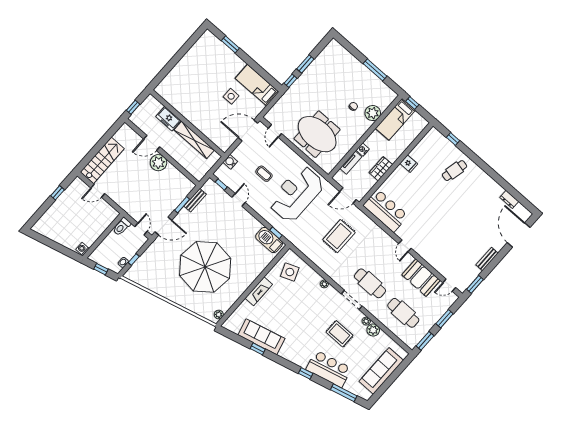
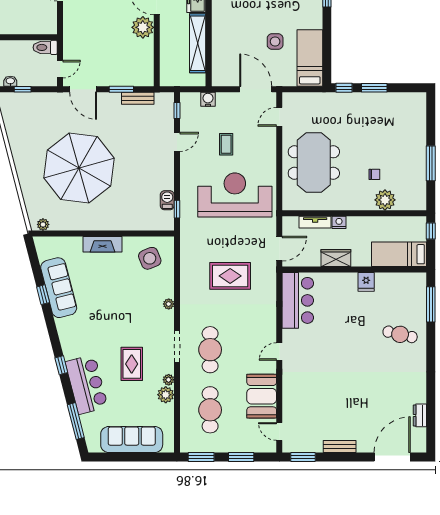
bed: (395, 119) -> (399, 254), moved
window: (453, 139) -> (431, 304), width x2.17
door: (348, 195) -> (279, 249), swing flipped
barbecue: (269, 240) -> (167, 200), width x0.53, depth x0.65

